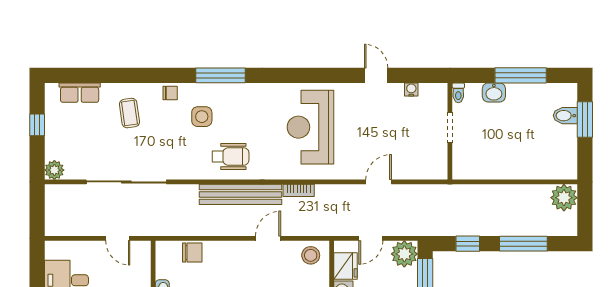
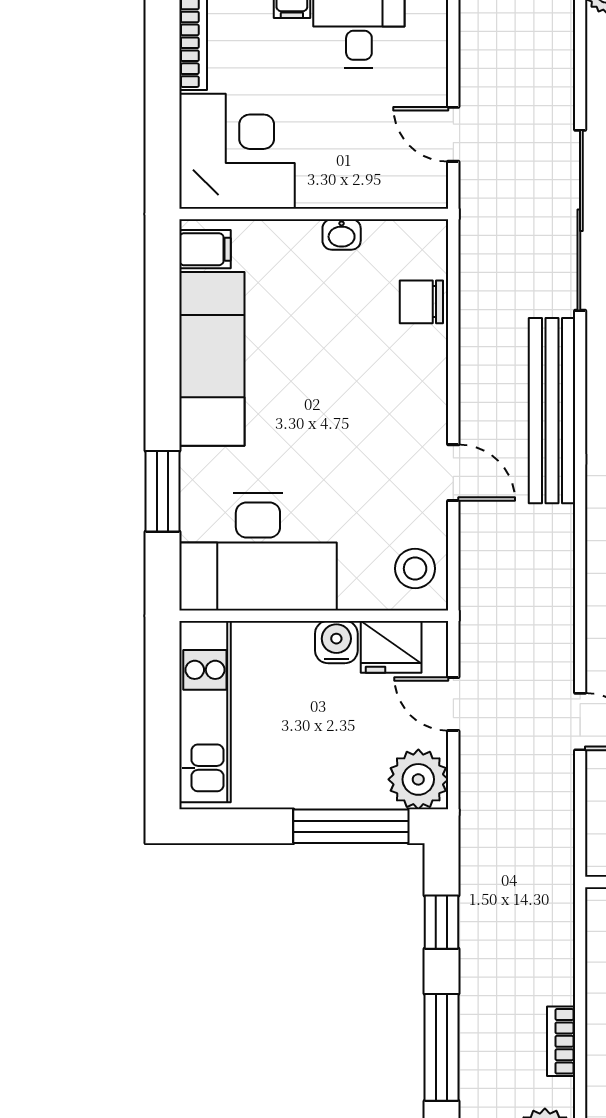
sliding door: (126, 182) -> (580, 220), moved
bookcase: (299, 190) -> (561, 1041), moved
door: (118, 238) -> (453, 134), hinge flipped
chair: (192, 253) -> (421, 302), turned 90

